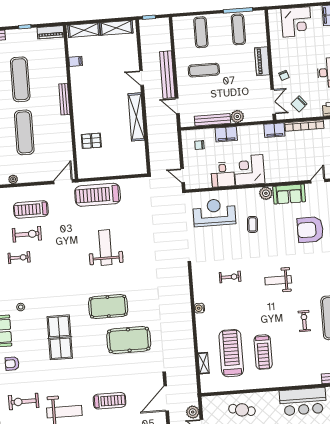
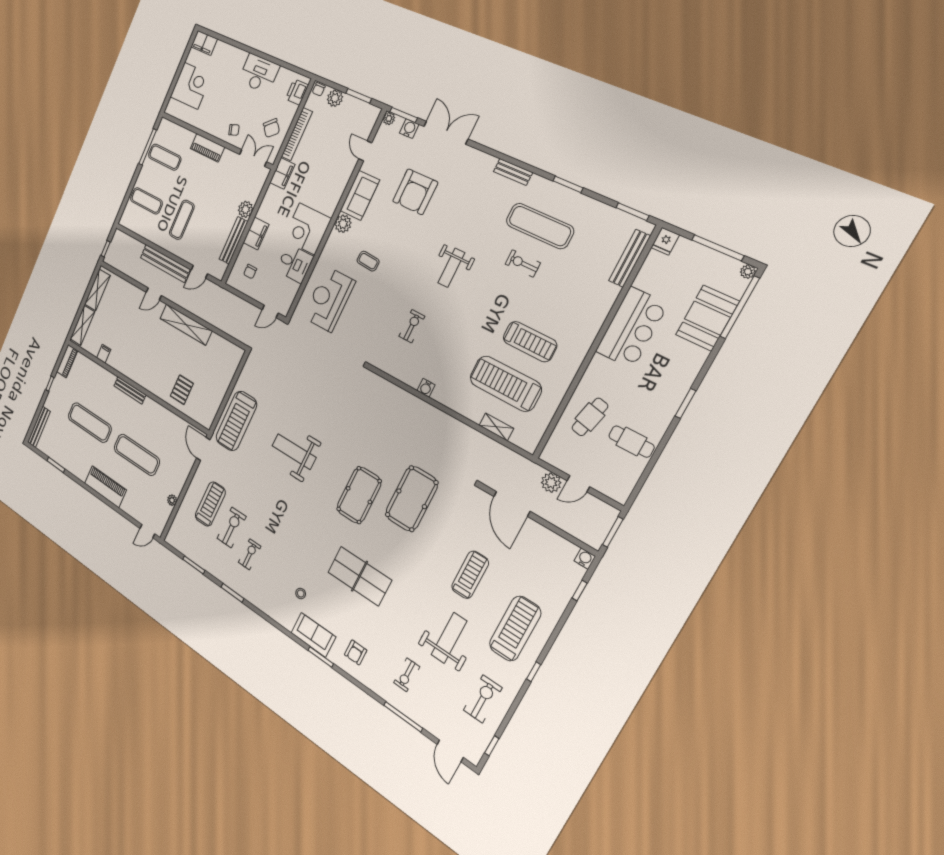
treadmill: (31, 209) -> (210, 504), turned 180
exercise bike: (24, 402) -> (407, 675), width x0.73, depth x0.72

